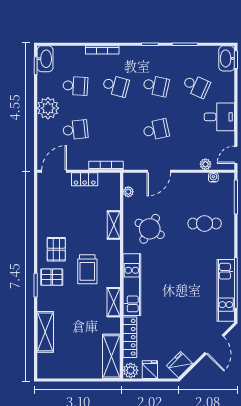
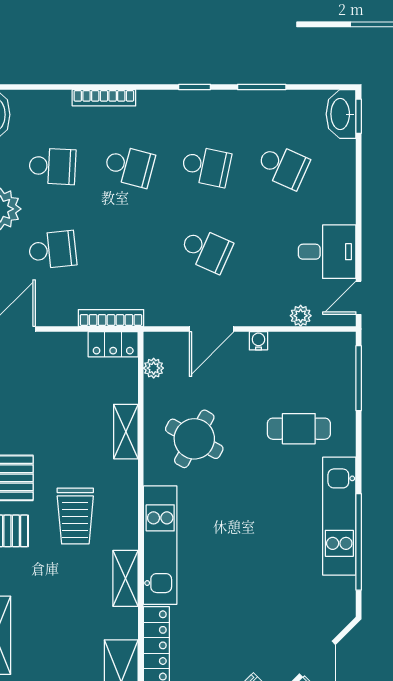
desk: (219, 117) -> (327, 252), moved
school desk: (156, 130) -> (206, 250), turned 36
water cooler: (213, 177) -> (258, 341), moved
locker: (85, 179) -> (113, 344), moved
kitchen unit: (226, 290) -> (339, 516), moved

